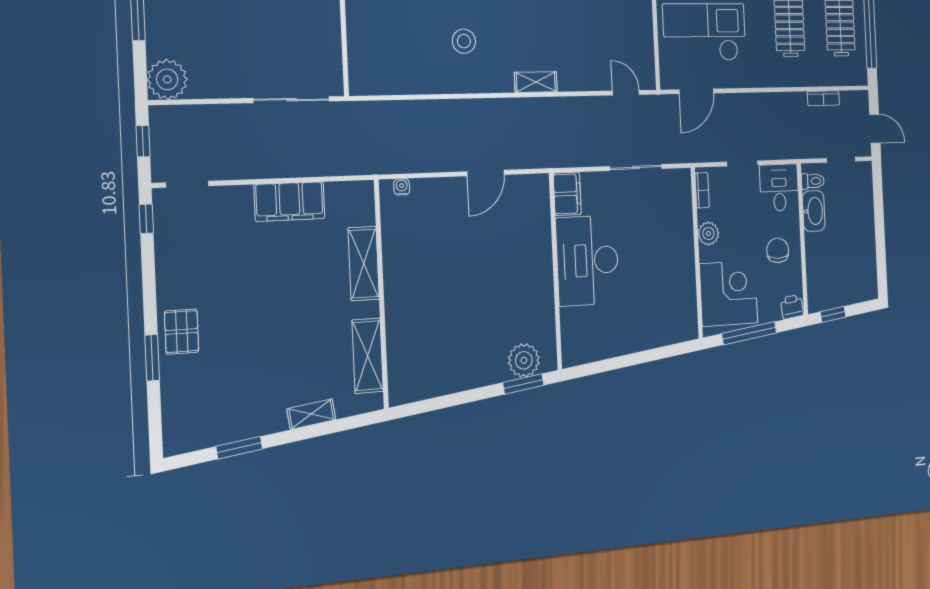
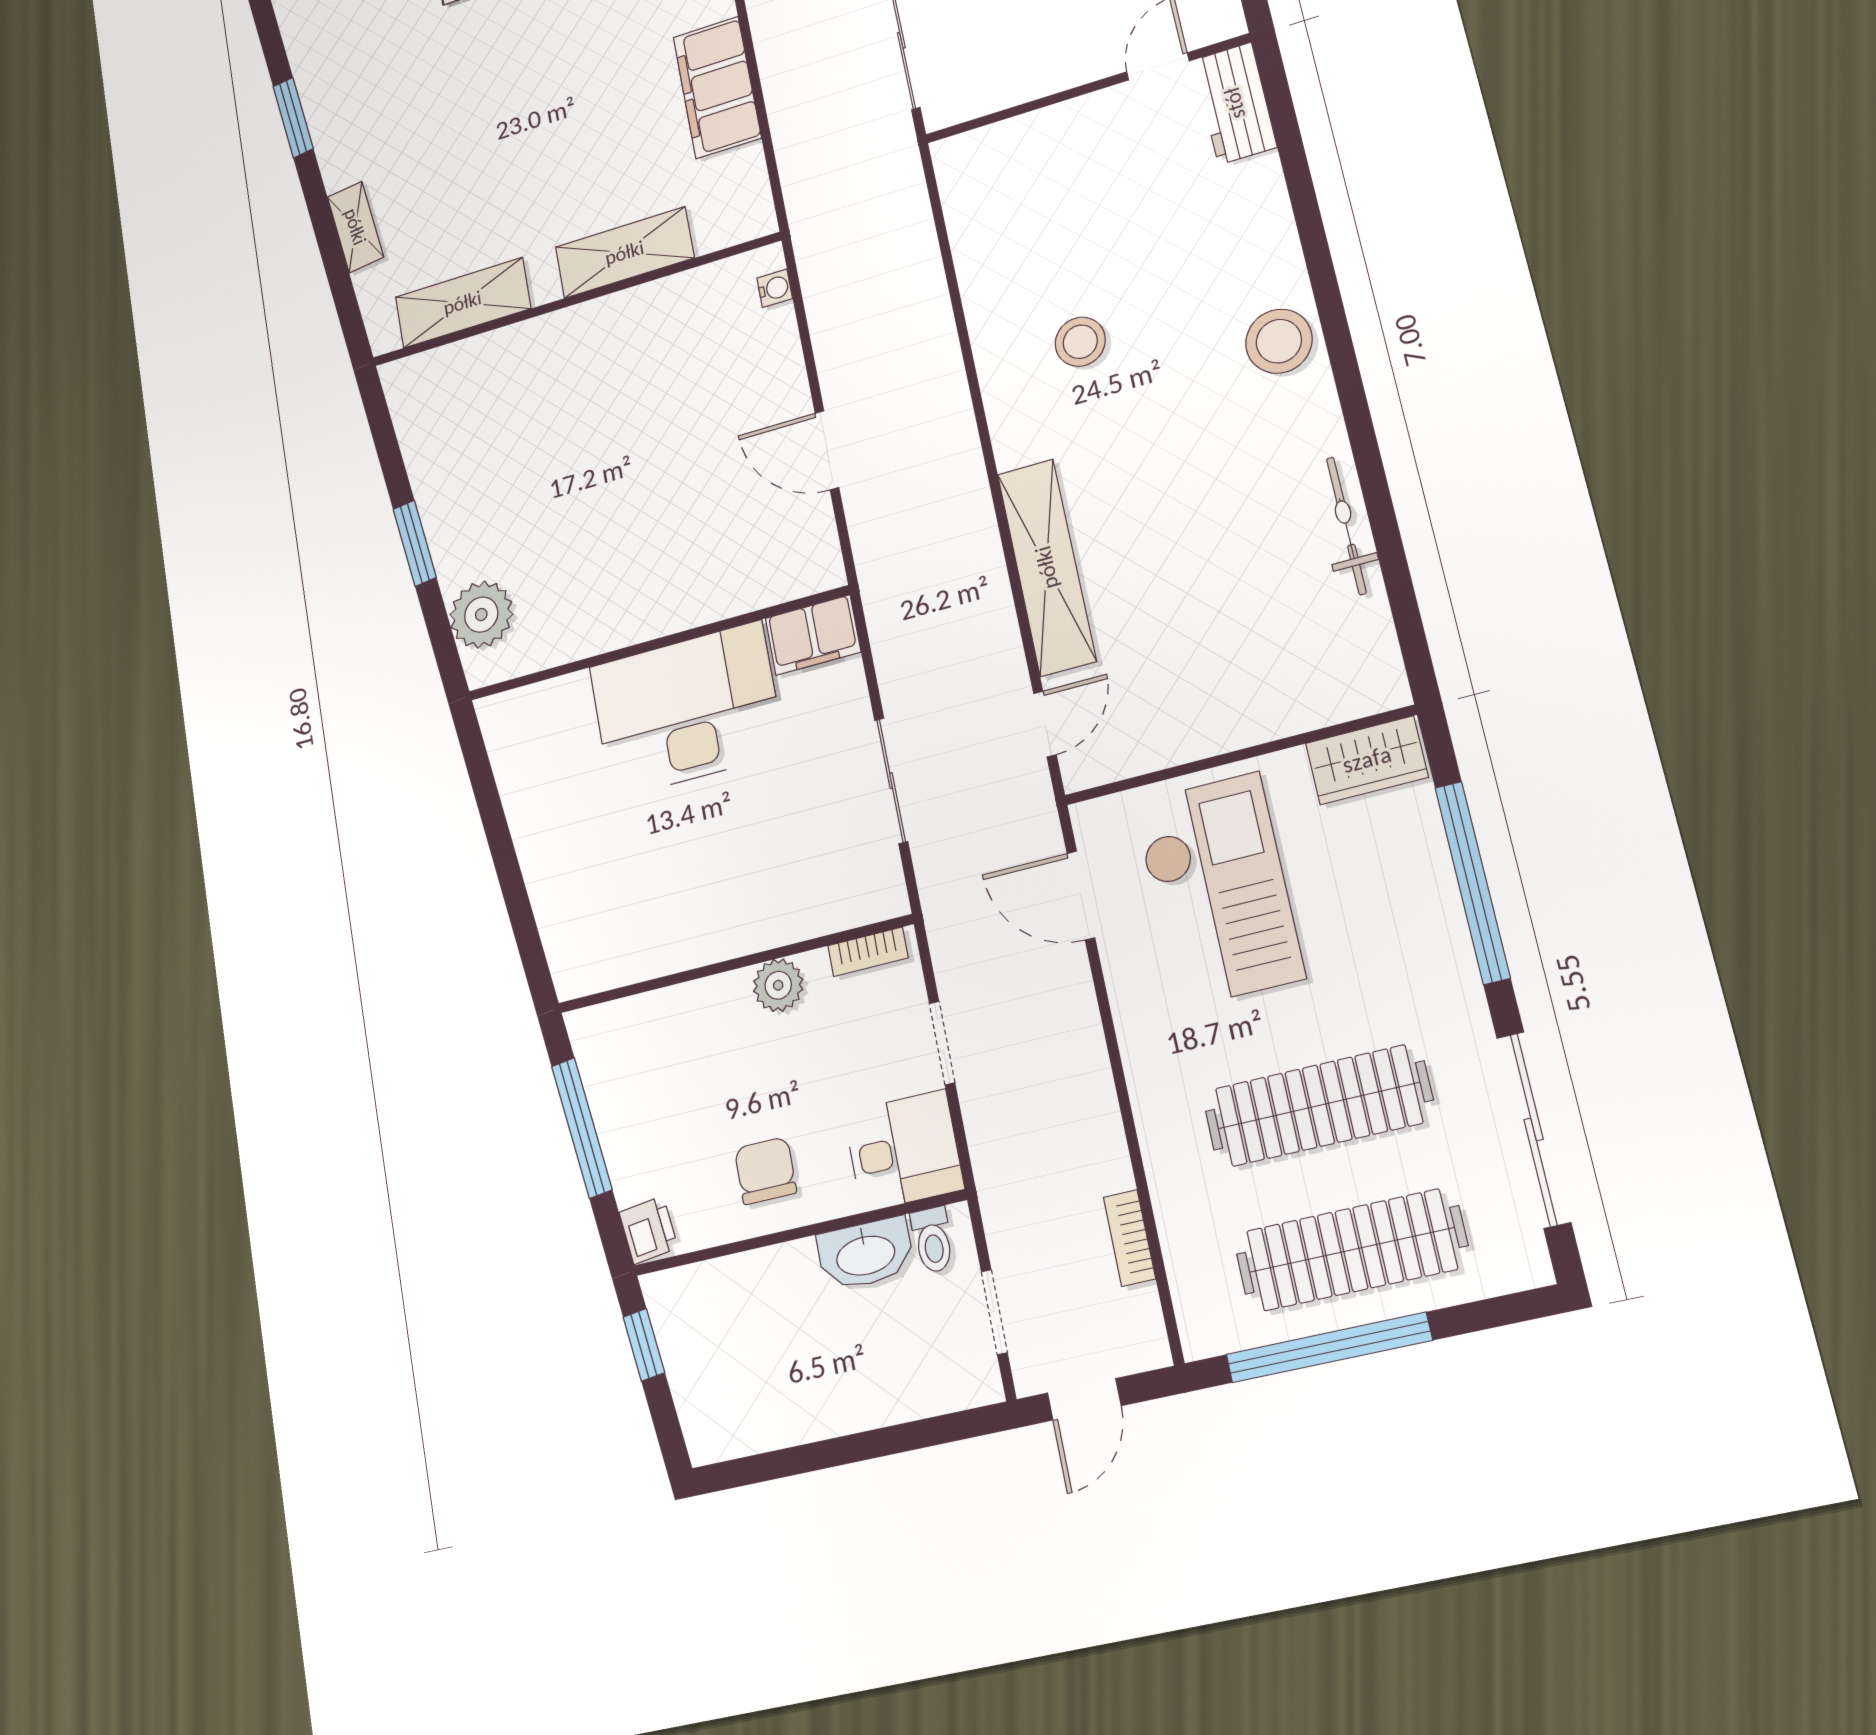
shelving: (536, 82) -> (1047, 567), width x2.20, depth x1.33
chair: (778, 250) -> (765, 1171), turned -90
corner desk: (729, 293) -> (659, 1060), removed
window: (523, 384) -> (415, 543), moved

